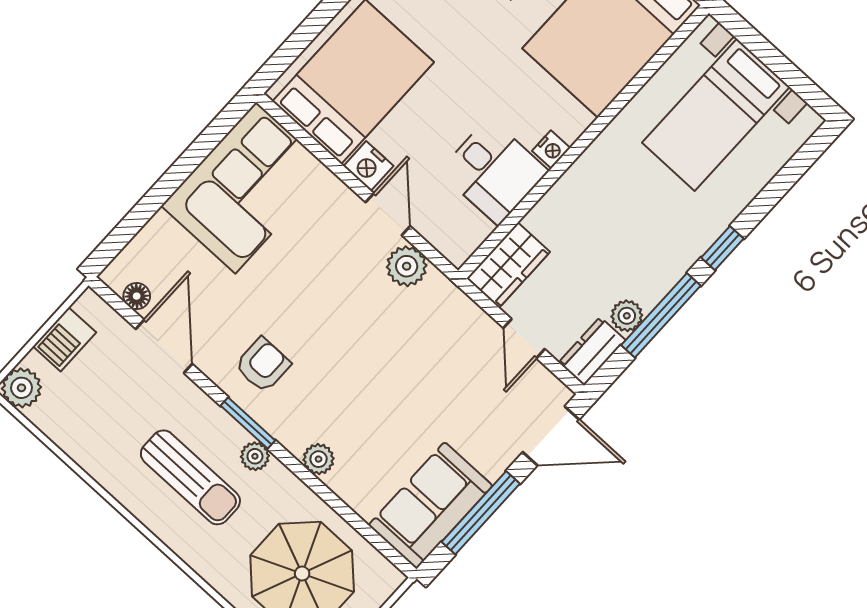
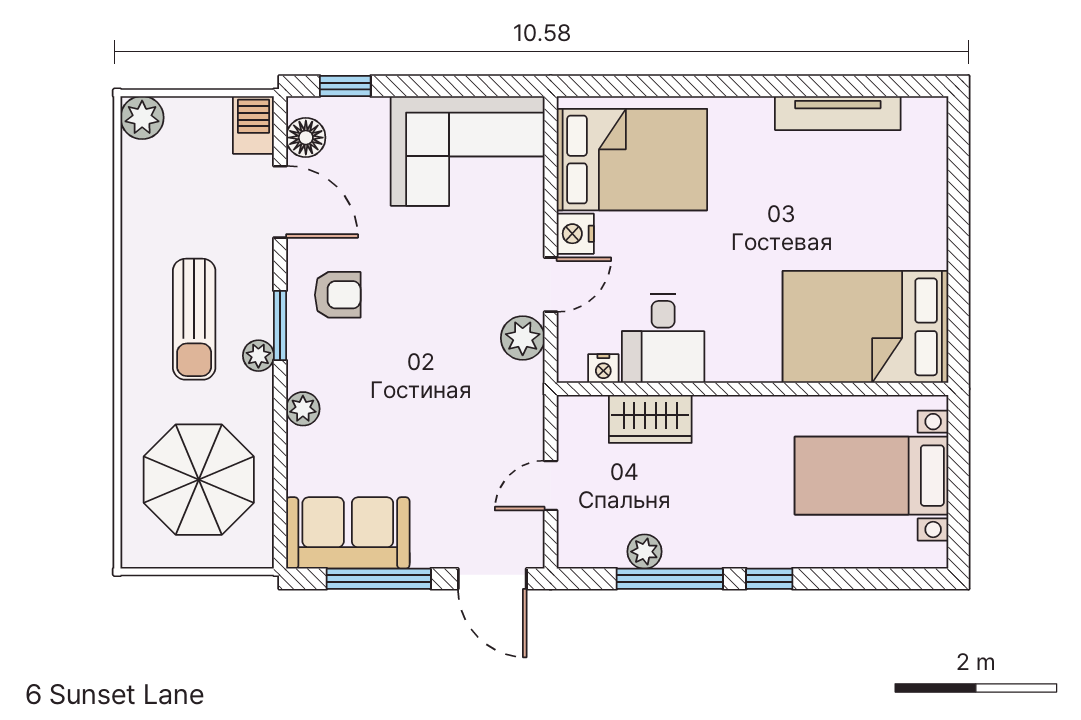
nightstand: (551, 149) -> (603, 368), moved
window: (126, 230) -> (345, 86), added
wardrobe: (508, 265) -> (650, 419), moved
floor lamp: (137, 296) -> (306, 138), width x1.37, depth x1.37
barbecue: (65, 339) -> (253, 125), moved, turned 90
door: (164, 346) -> (280, 202), hinge flipped
dresser: (592, 351) -> (590, 550), removed

